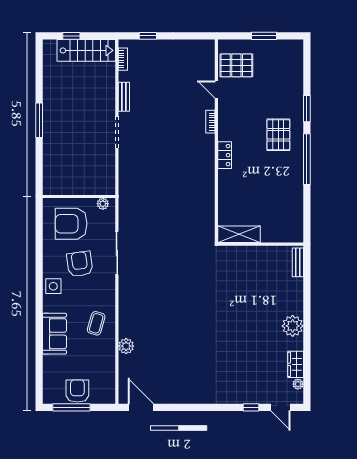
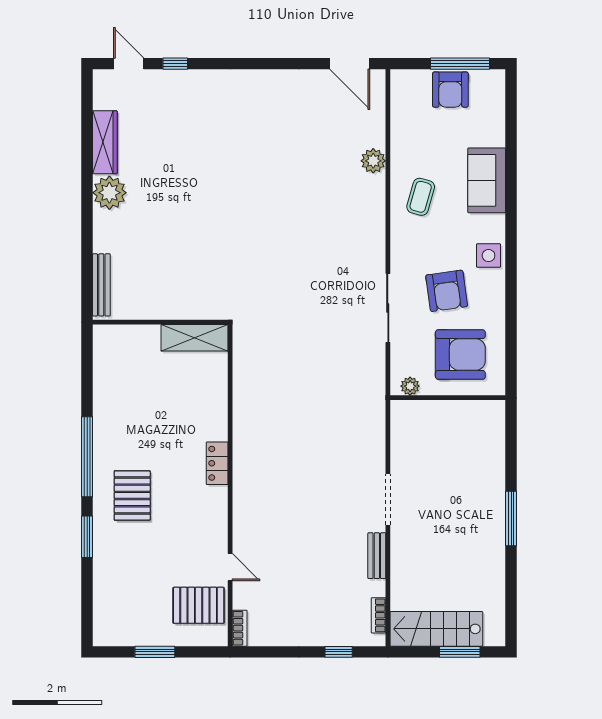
window: (71, 36) -> (460, 652), width x1.50
bookcase: (210, 122) -> (240, 628), moved
bench: (298, 262) -> (101, 285), width x1.36
wardrobe: (296, 364) -> (105, 142), width x1.50
plant: (298, 384) -> (101, 100), removed

